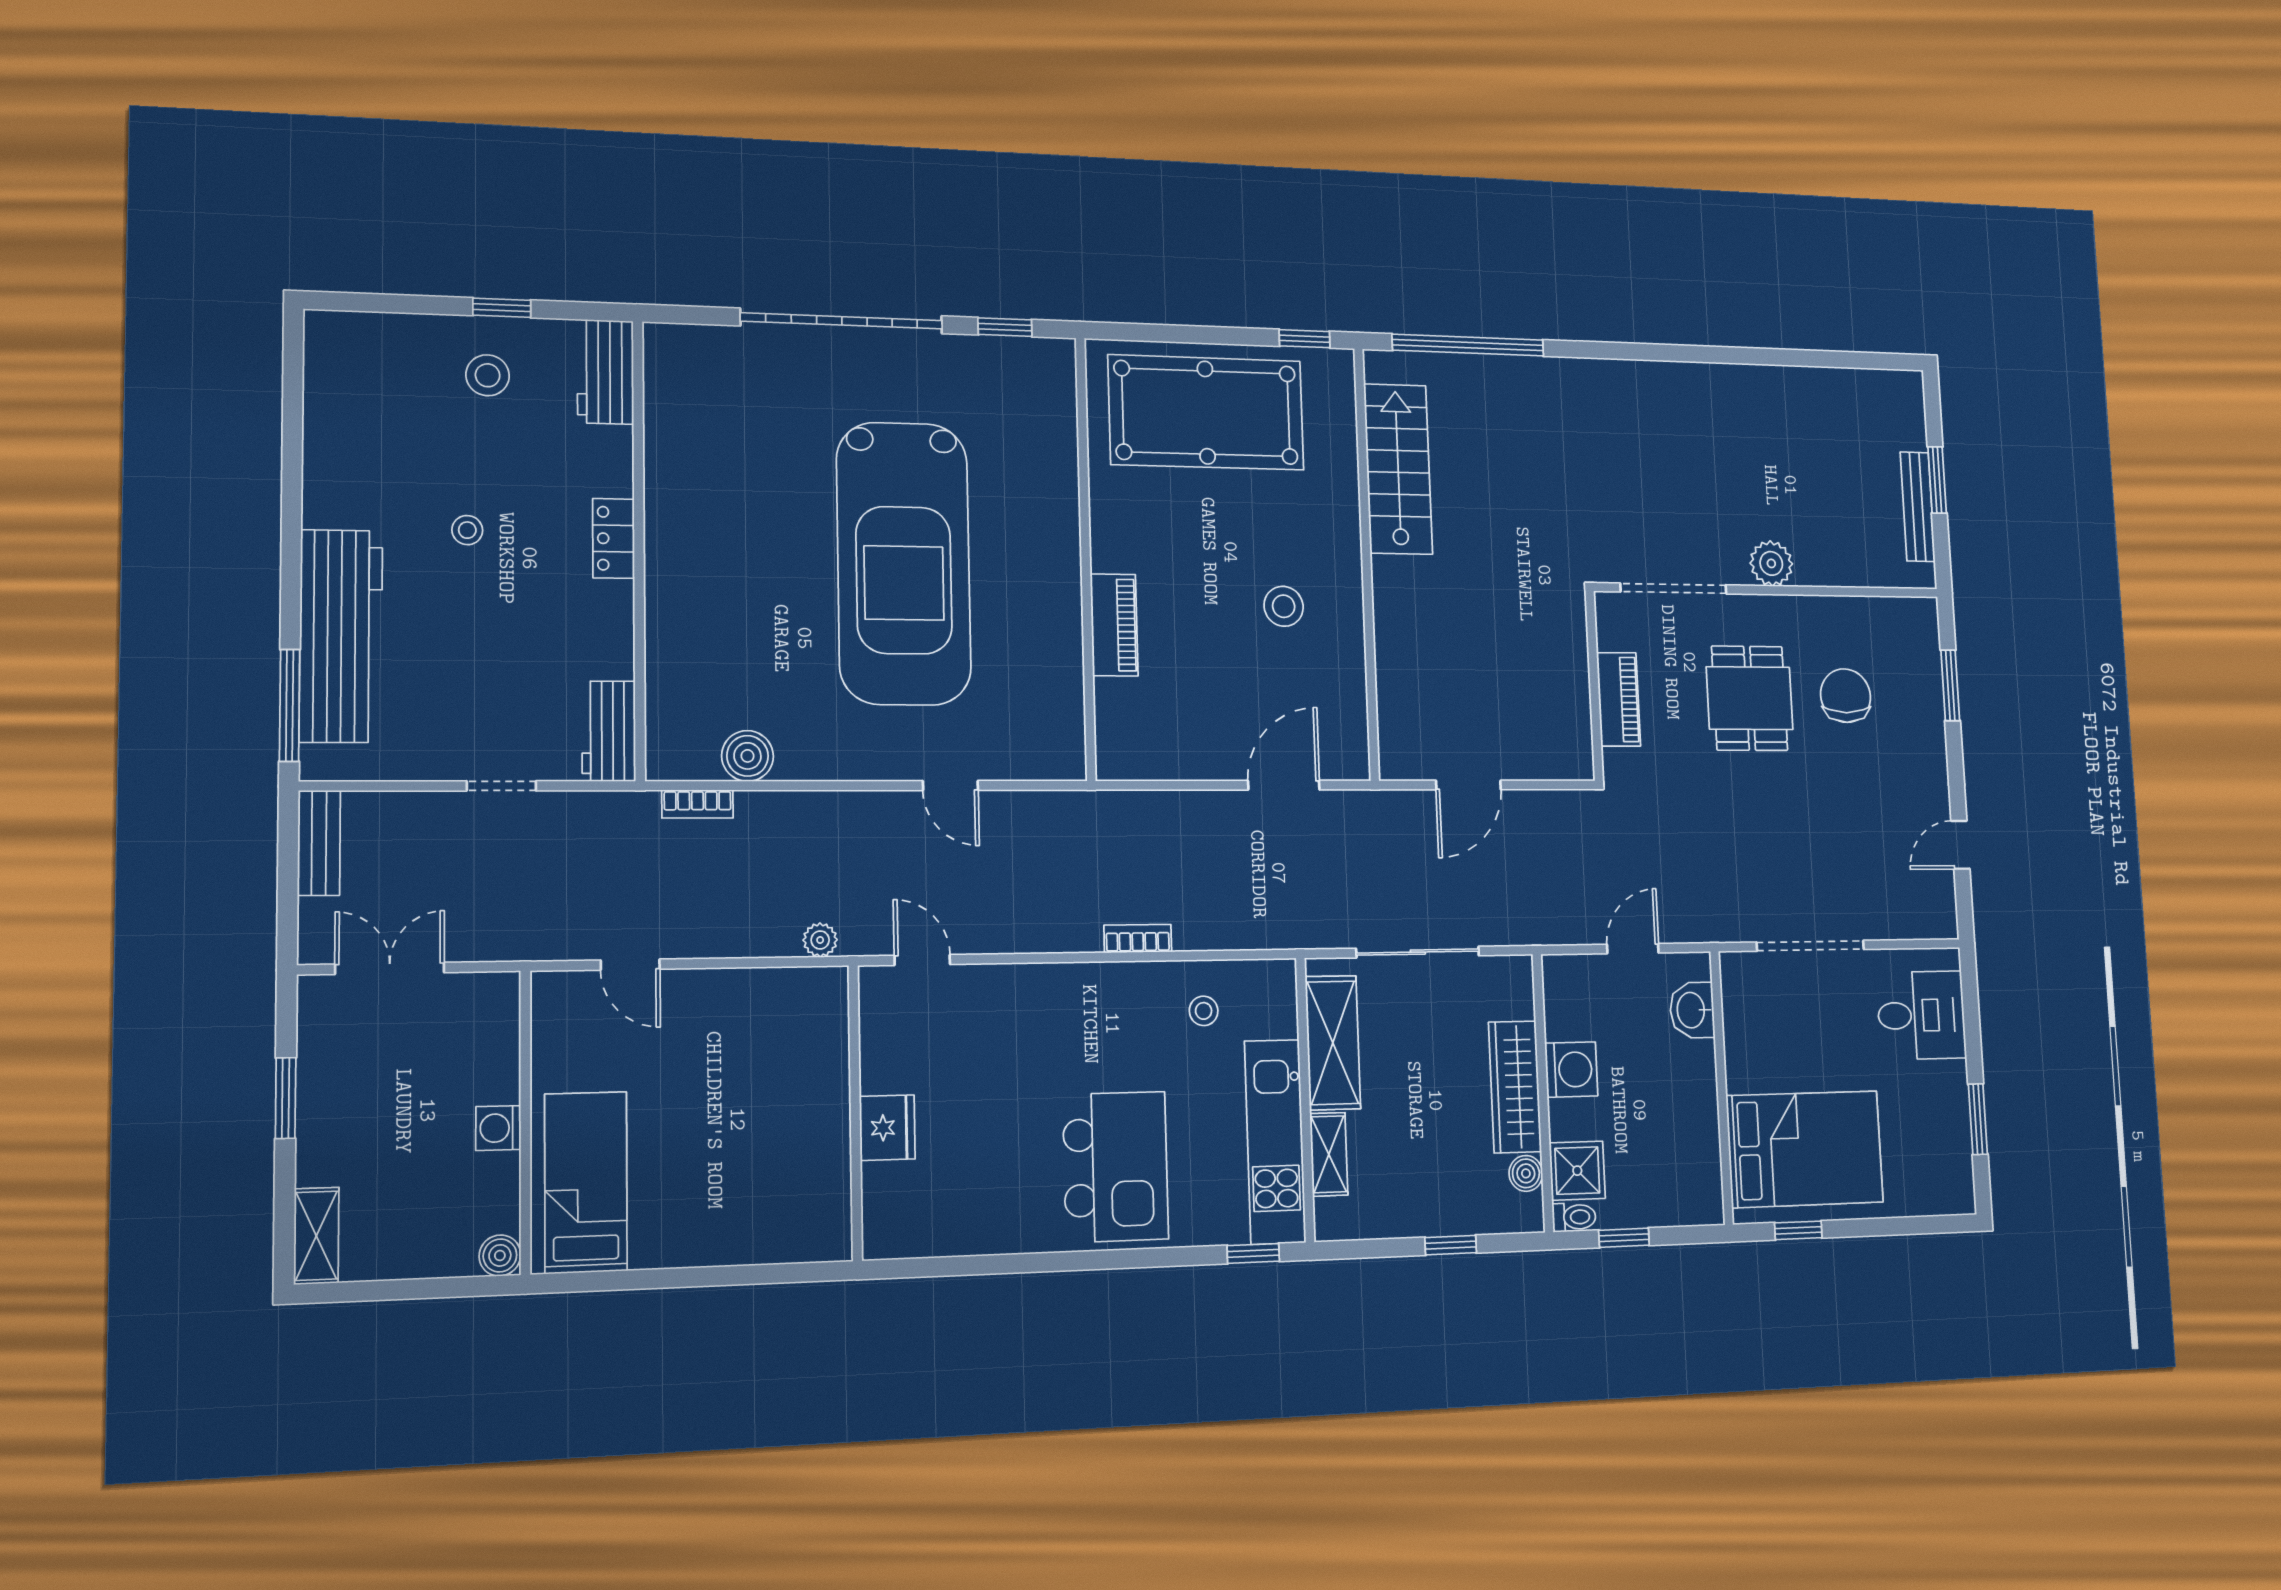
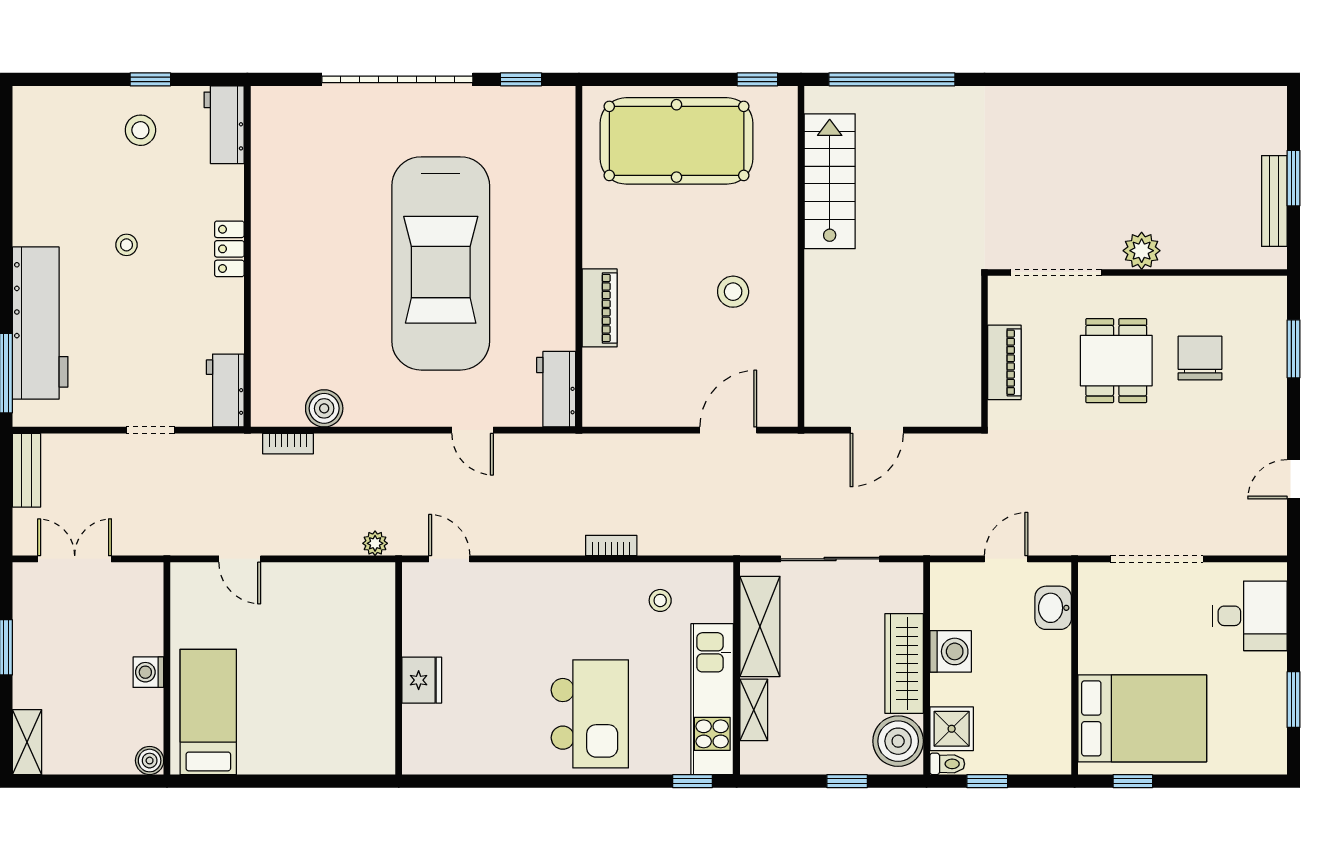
workbench: (1060, 731) -> (556, 389), added
boiler: (1526, 1173) -> (898, 741), width x1.86, depth x1.86

